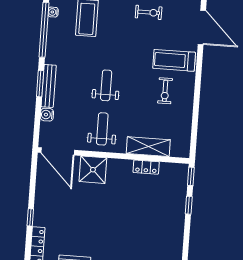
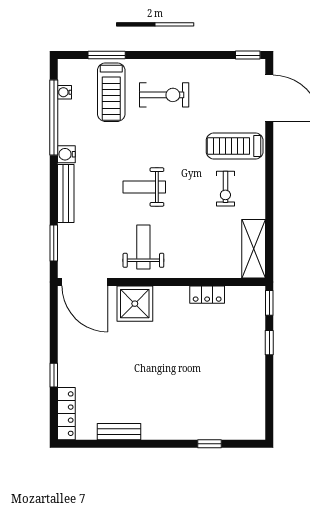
exercise bike: (149, 12) -> (164, 95), moved, width x1.38, depth x1.39
window: (40, 84) -> (54, 243), moved
weight bench: (106, 85) -> (144, 187), turned -90
water cooler: (47, 115) -> (66, 154), moved
shelving: (148, 147) -> (254, 249), moved, turned 90

